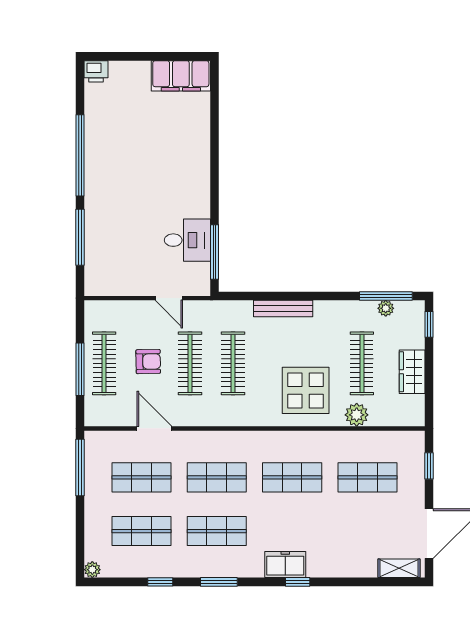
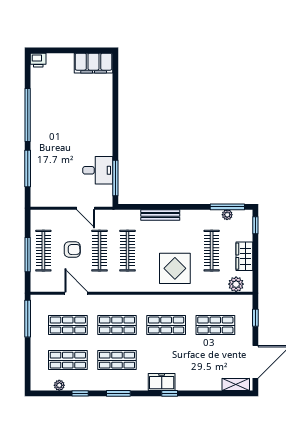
plant: (357, 415) -> (236, 284), moved
plant: (92, 570) -> (59, 385), moved

